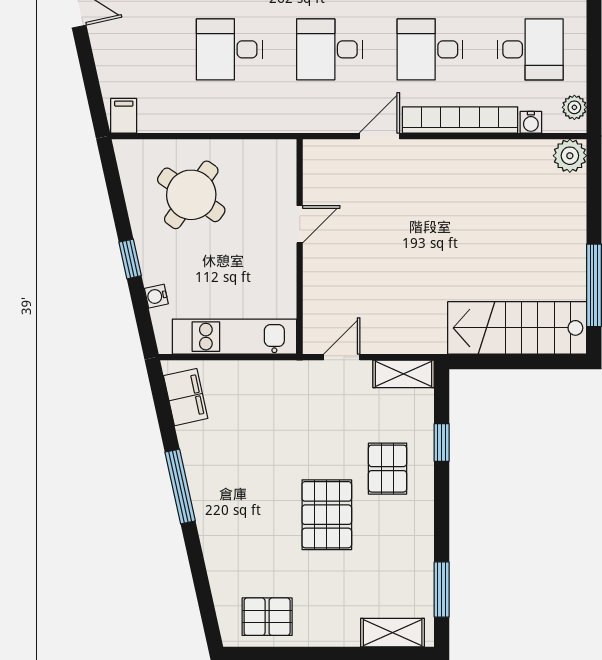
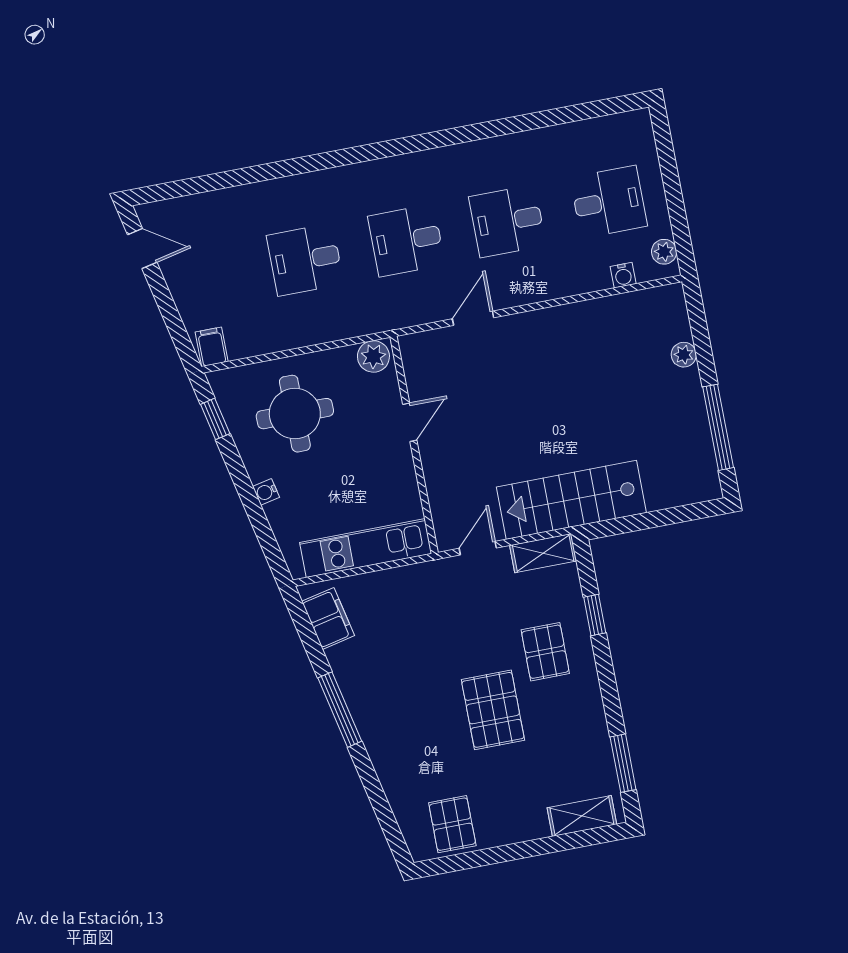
bookcase: (460, 120) -> (551, 286), removed
plant: (277, 155) -> (373, 356), added
plant: (570, 156) -> (684, 355), moved, width x0.73, depth x0.73
round table: (191, 195) -> (295, 414), turned -35
window: (130, 259) -> (215, 419), moved
water cooler: (156, 296) -> (266, 492), moved
stairs: (517, 328) -> (571, 500), moved
pallet: (267, 617) -> (452, 824), turned 90

